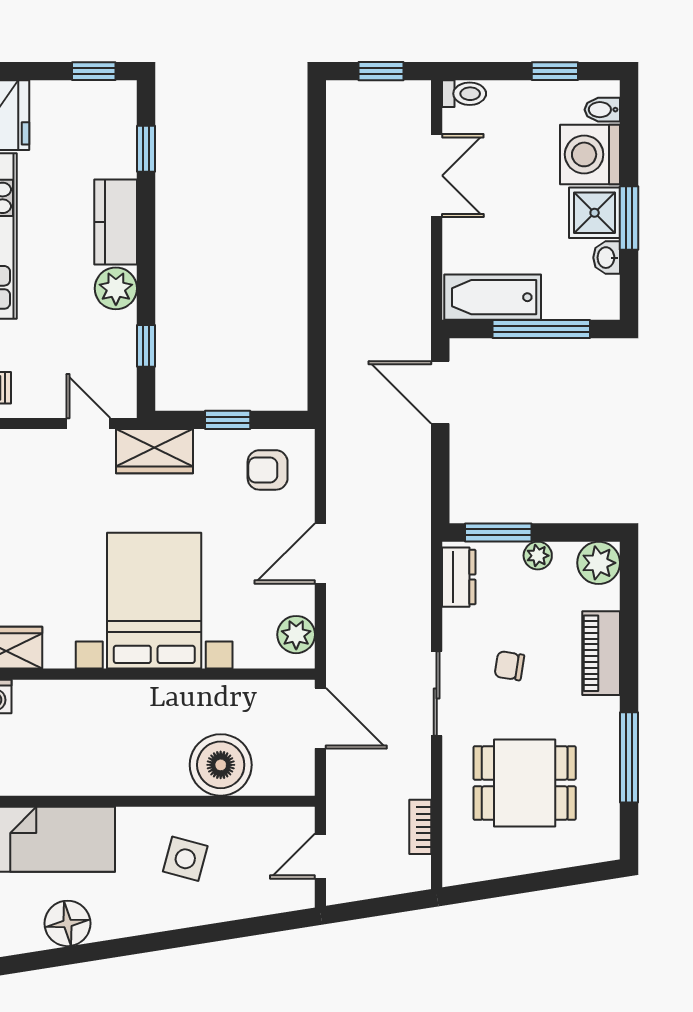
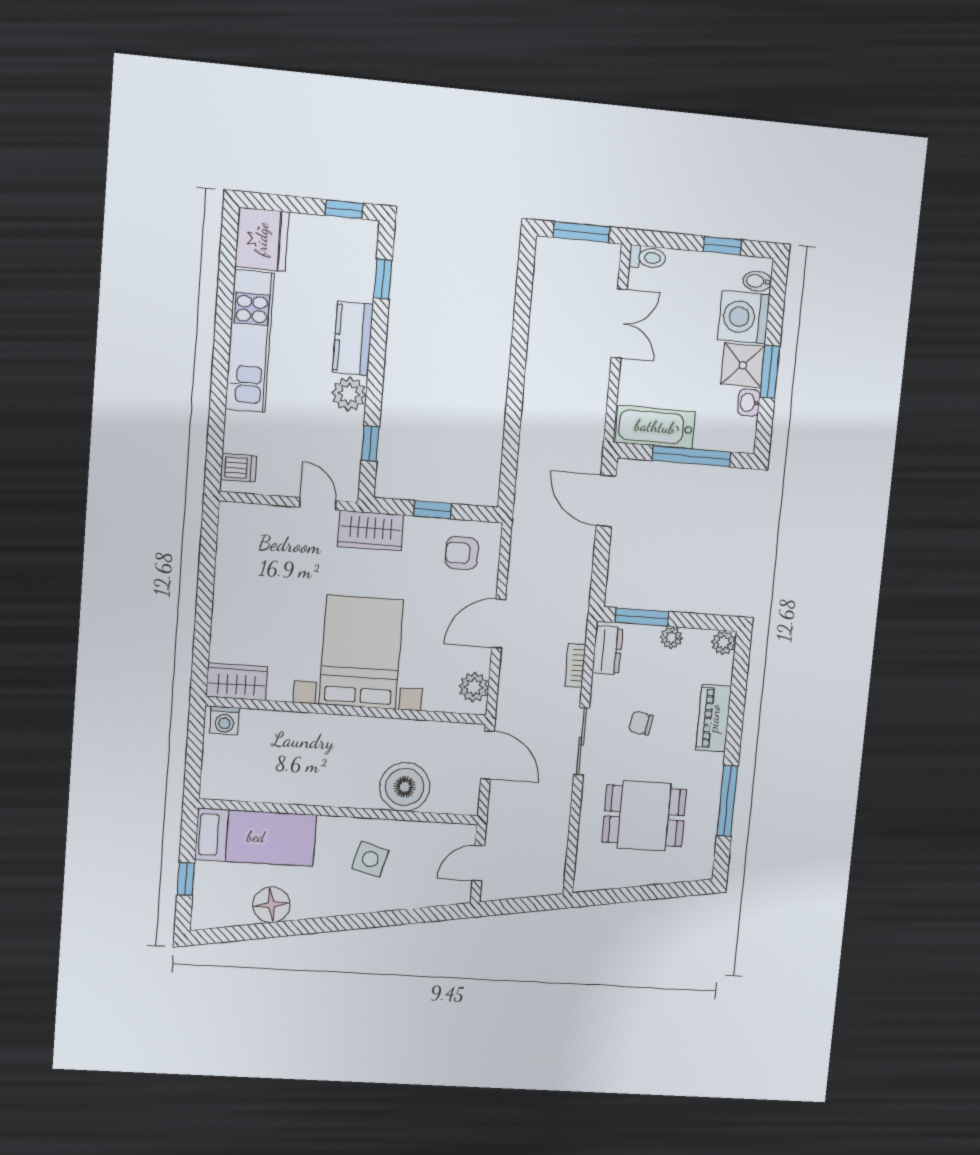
window: (381, 71) -> (582, 232), width x1.50
plant: (599, 563) -> (724, 643), width x0.73, depth x0.73
bookcase: (420, 827) -> (575, 665), moved

